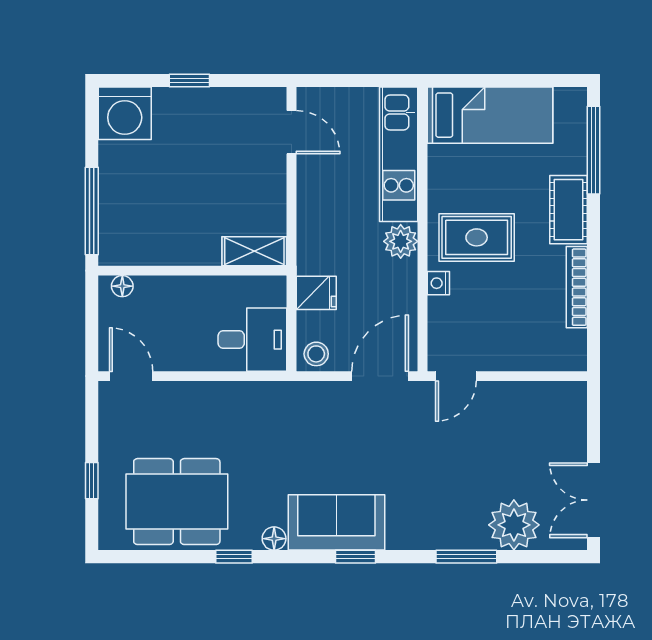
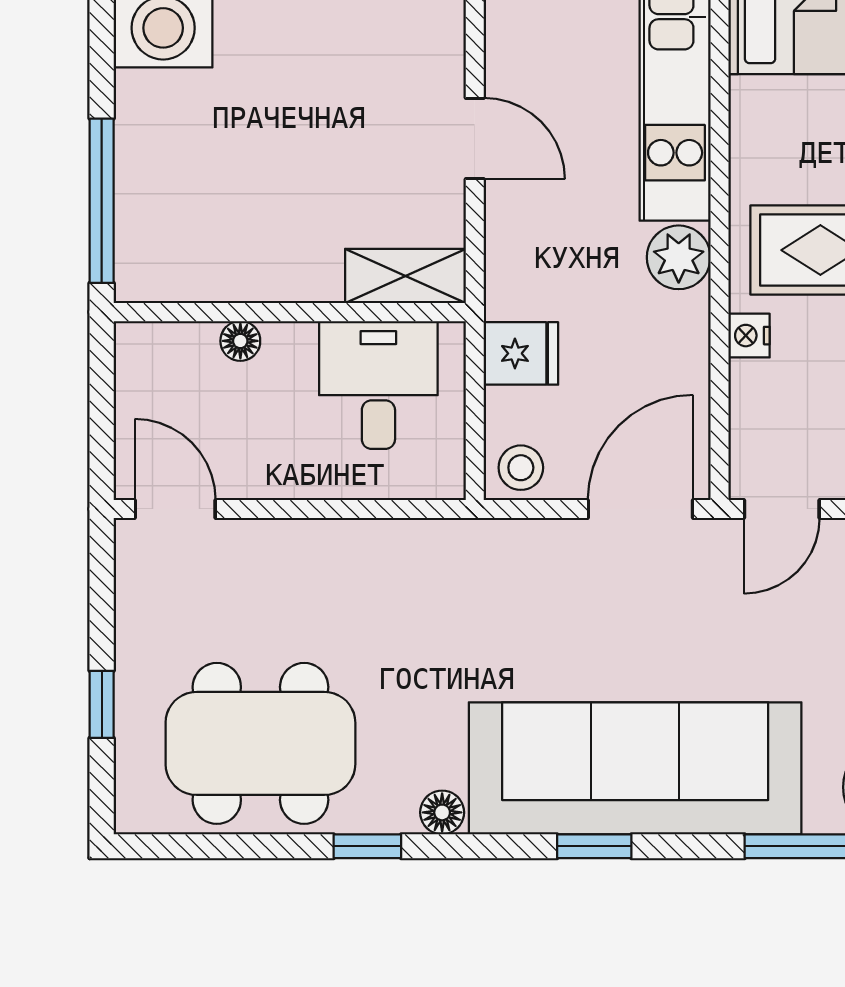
door: (291, 132) -> (475, 139), moved
floor lamp: (122, 286) -> (240, 341), moved
desk: (252, 340) -> (378, 385), moved, turned -90
sofa: (336, 522) -> (635, 768), width x1.85, depth x1.27

